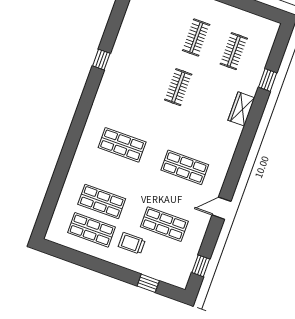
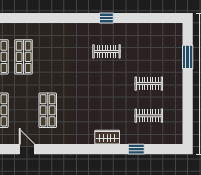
clothes rail: (178, 87) -> (107, 51), moved
shop shelf: (122, 145) -> (24, 57), moved

